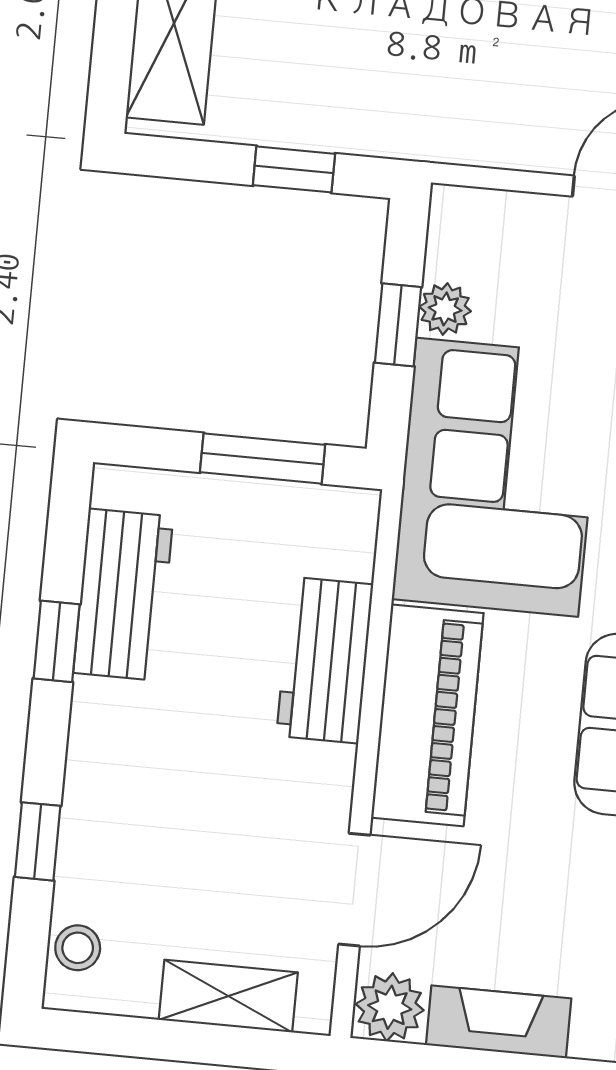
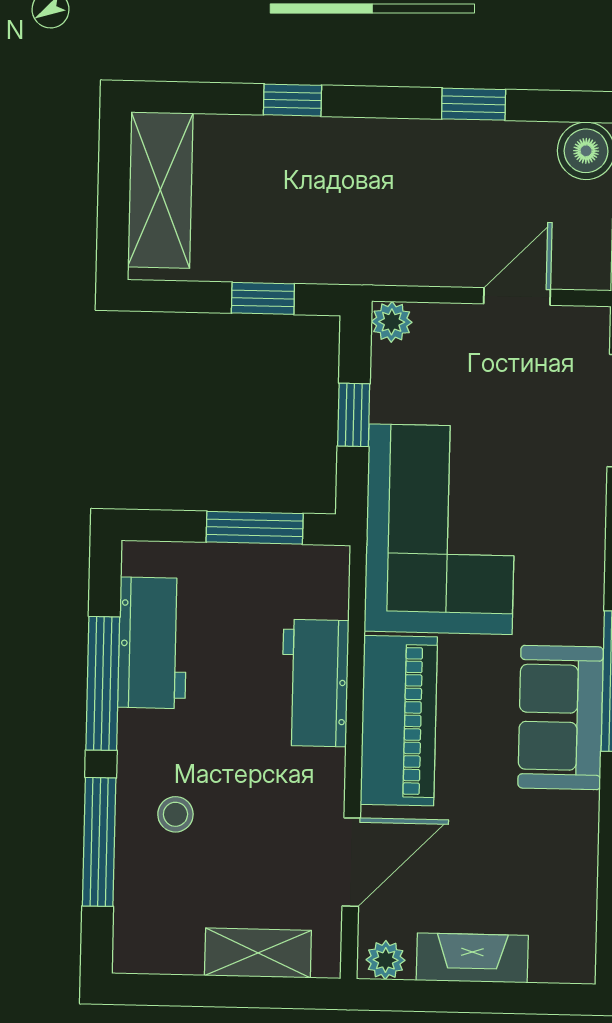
plant: (445, 309) -> (392, 322), moved
window: (57, 641) -> (103, 683), width x2.17
window: (38, 841) -> (99, 842), width x2.17
stool: (78, 948) -> (175, 814), moved
plant: (390, 1007) -> (386, 960), width x0.73, depth x0.73

